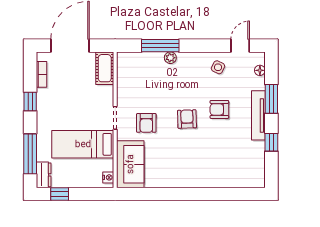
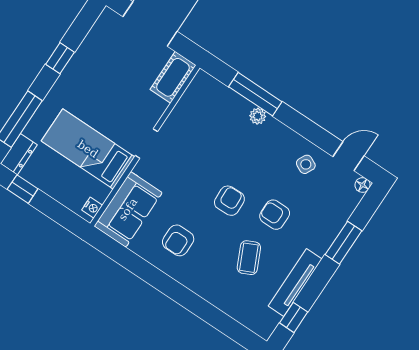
floor lamp: (260, 70) -> (363, 185), moved
bookcase: (42, 74) -> (95, 35), removed
tv unit: (258, 115) -> (295, 283), moved
armchair: (146, 123) -> (178, 240), moved
window: (271, 142) -> (294, 317), moved
coffee table: (221, 145) -> (249, 258), added

